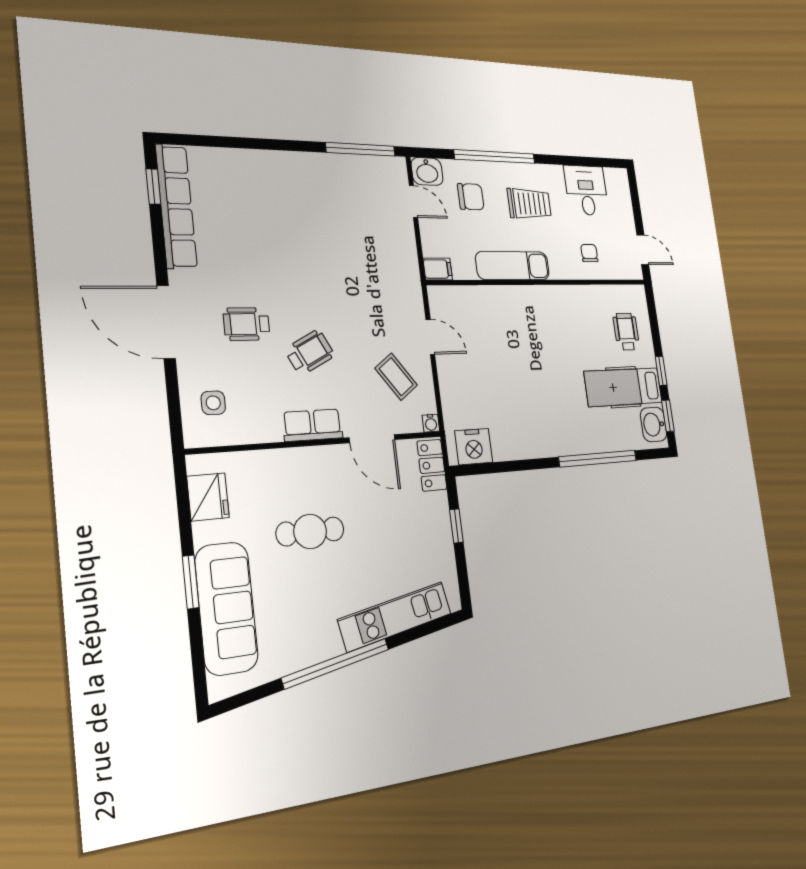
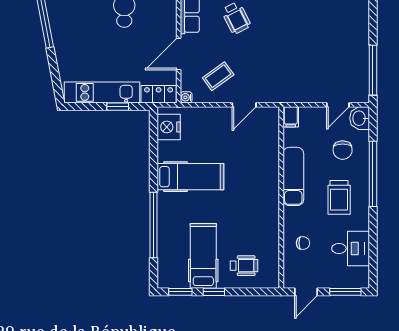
window: (635, 199) -> (345, 292), added
hospital bed: (533, 410) -> (190, 177), added
washbasin: (654, 424) -> (175, 278), removed
kitchen unit: (395, 616) -> (102, 92), moved, turned -79

